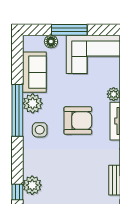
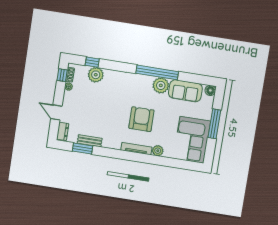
floor lamp: (51, 42) -> (210, 90), moved
armchair: (78, 121) -> (141, 119), turned 180
side table: (40, 130) -> (139, 88), removed

